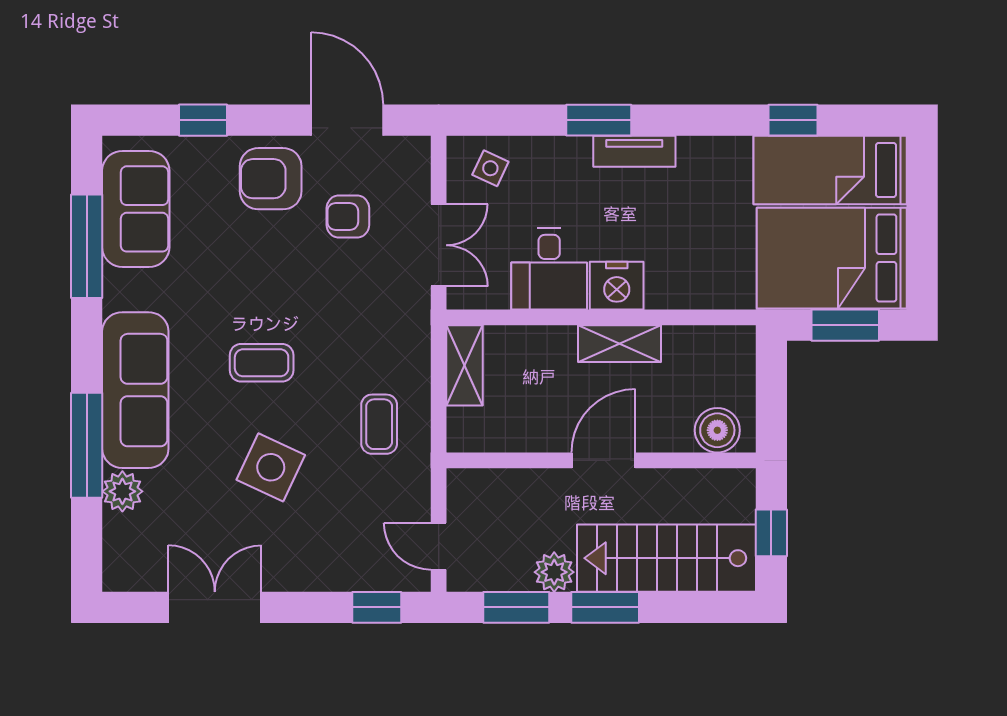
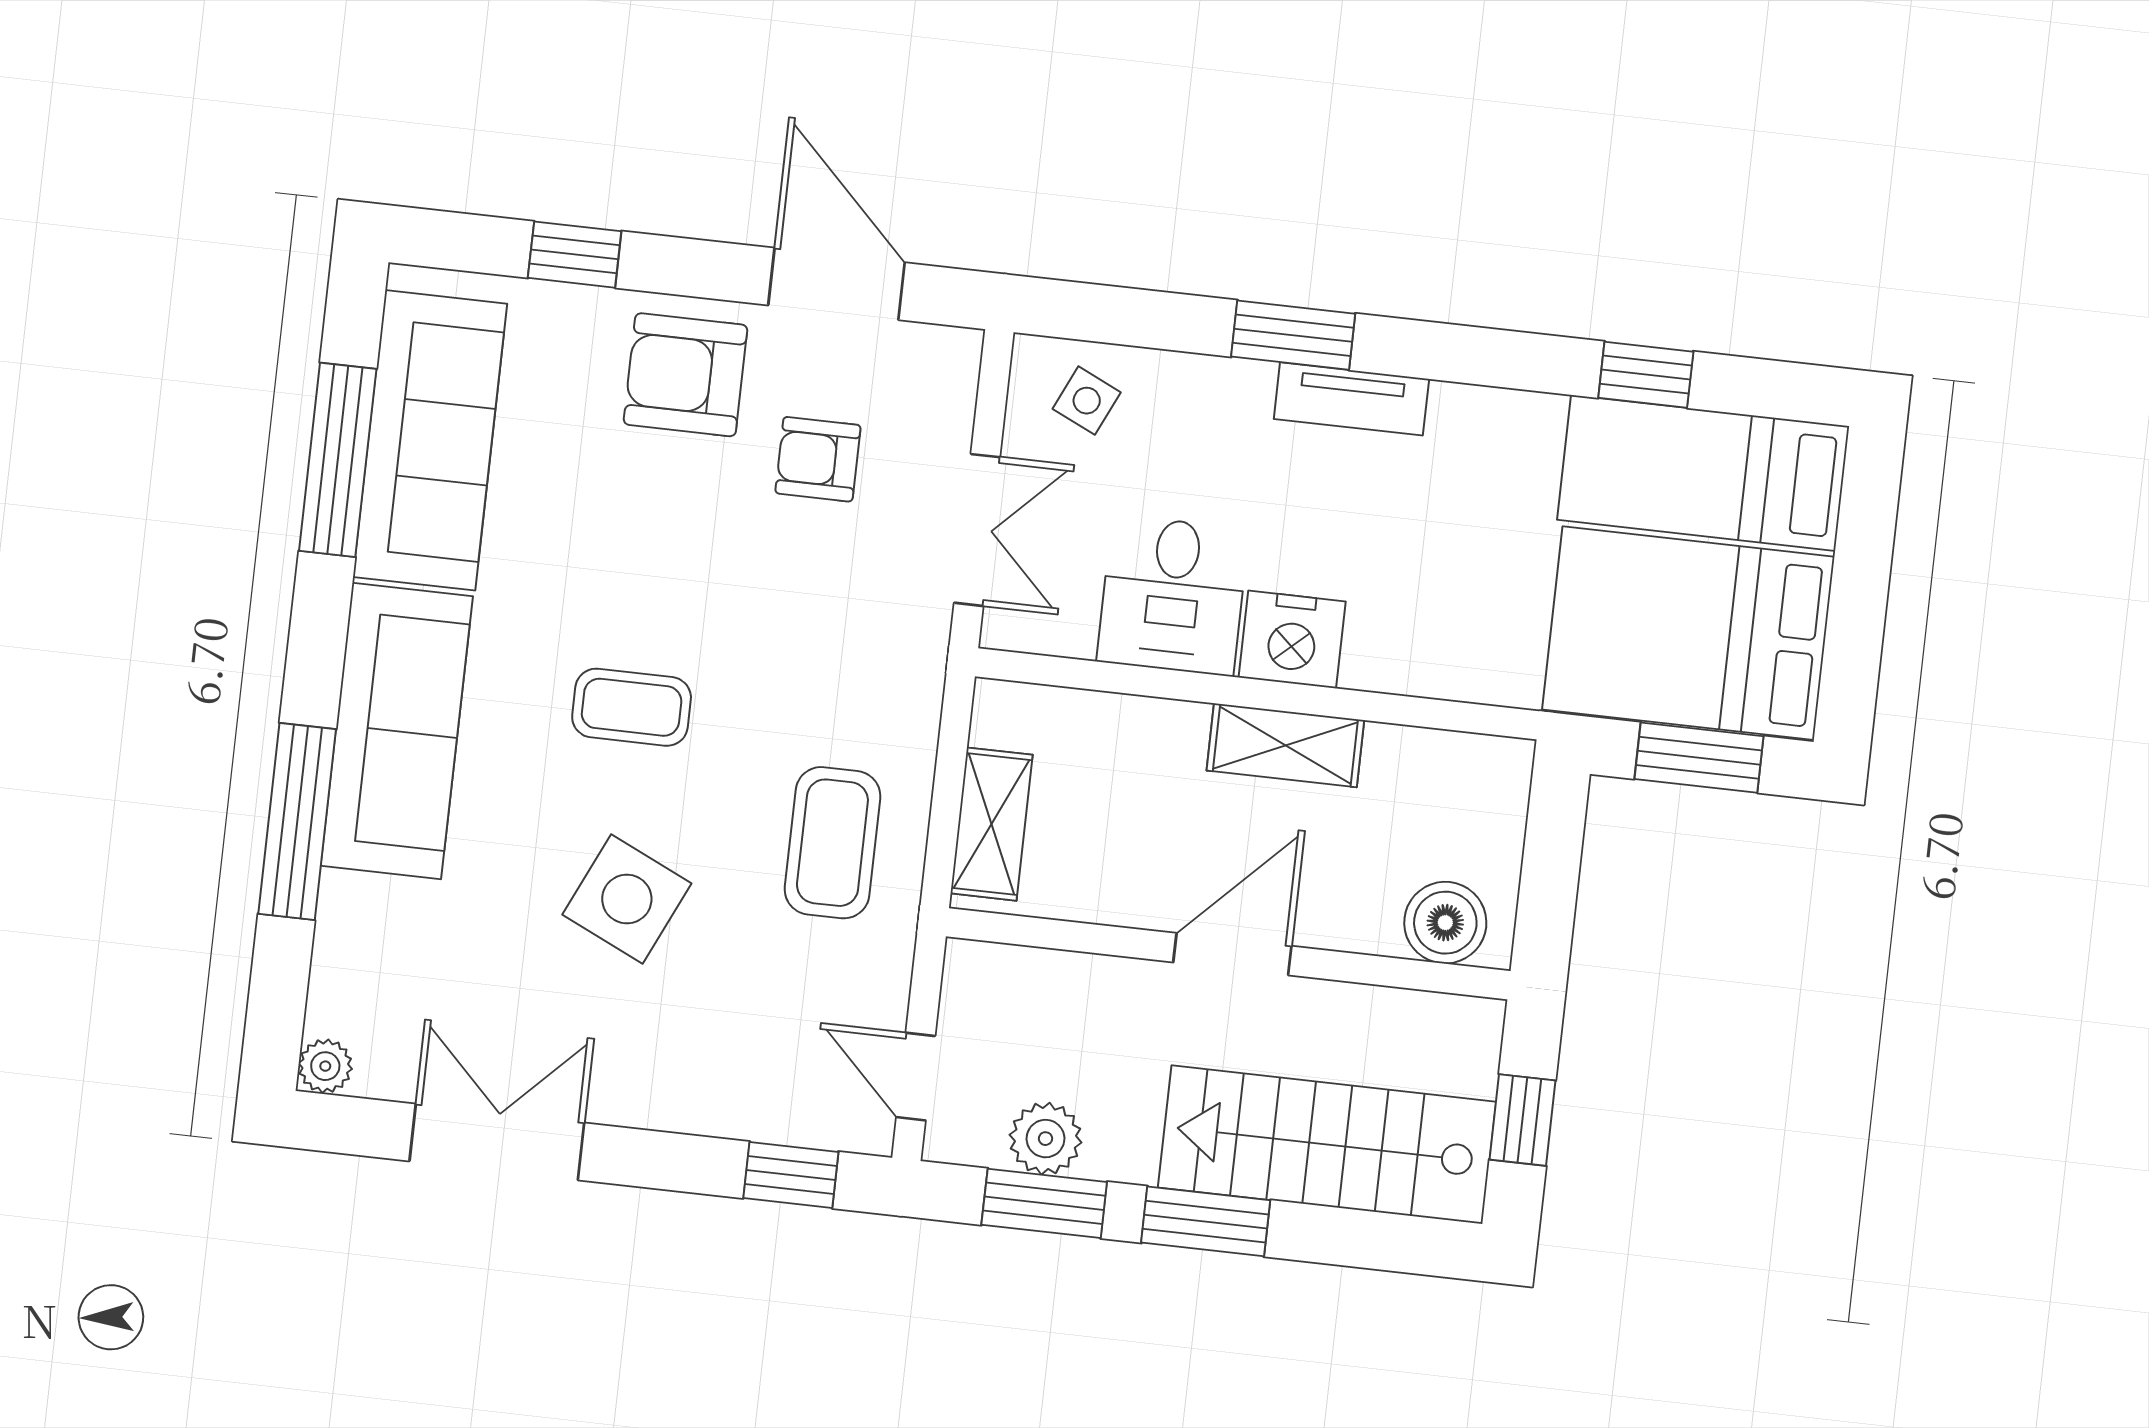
sofa: (136, 209) -> (430, 440), width x1.36
shelving: (465, 365) -> (992, 824), moved
coffee table: (379, 424) -> (832, 843), width x1.36, depth x1.30
plant: (122, 491) -> (325, 1066), moved, width x0.73, depth x0.73
plant: (554, 572) -> (1046, 1139), moved

